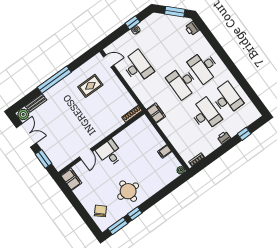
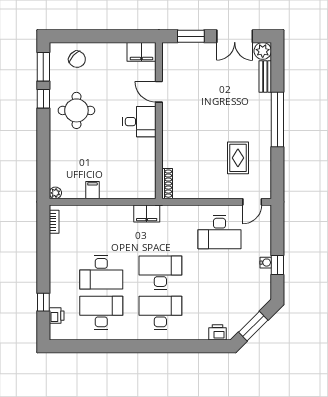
desk: (227, 99) -> (101, 313), turned 180
printer: (224, 138) -> (57, 316), moved

